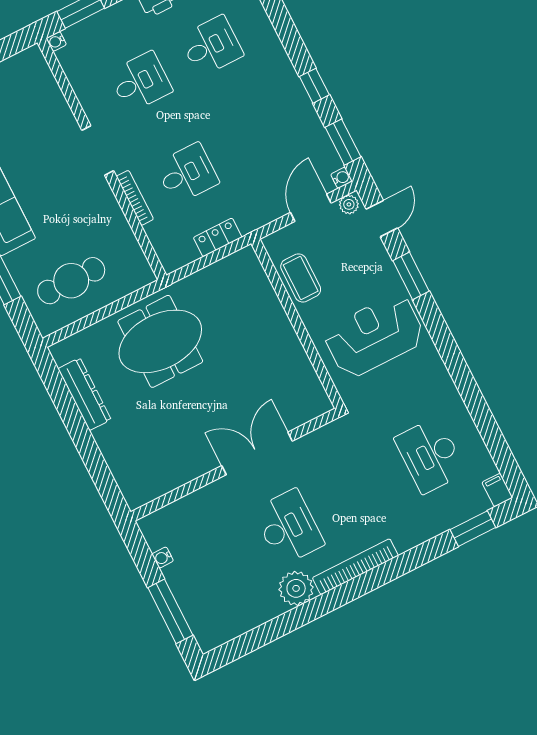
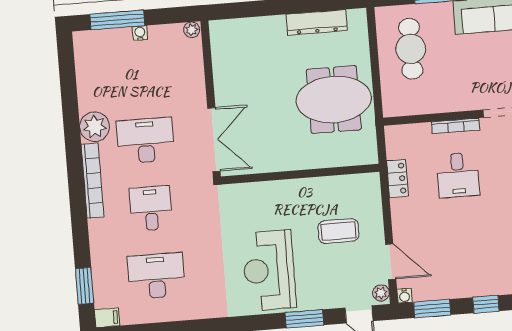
wall: (297, 324) -> (300, 174), moved
reception desk: (374, 336) -> (269, 270), turned 180
meeting table: (160, 341) -> (334, 99), turned 90
desk: (359, 491) -> (151, 208), added
plant: (148, 526) -> (192, 30), added
desk: (288, 527) -> (145, 141), turned 180
water cooler: (163, 557) -> (140, 33), moved

